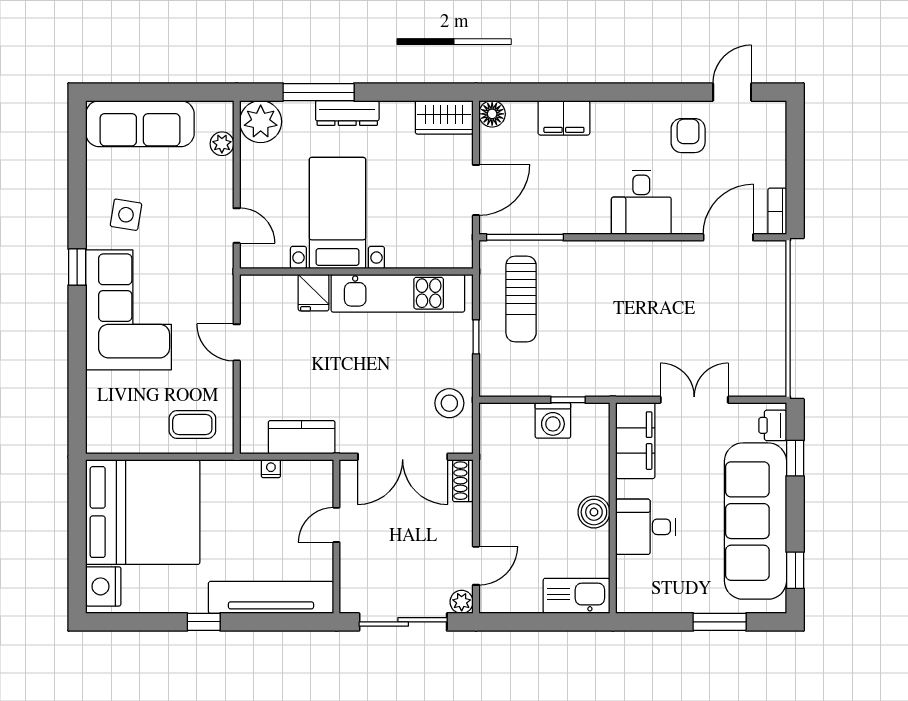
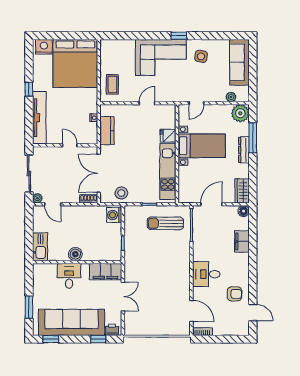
door: (476, 190) -> (211, 204), swing flipped
washing machine: (553, 420) -> (114, 215), moved

